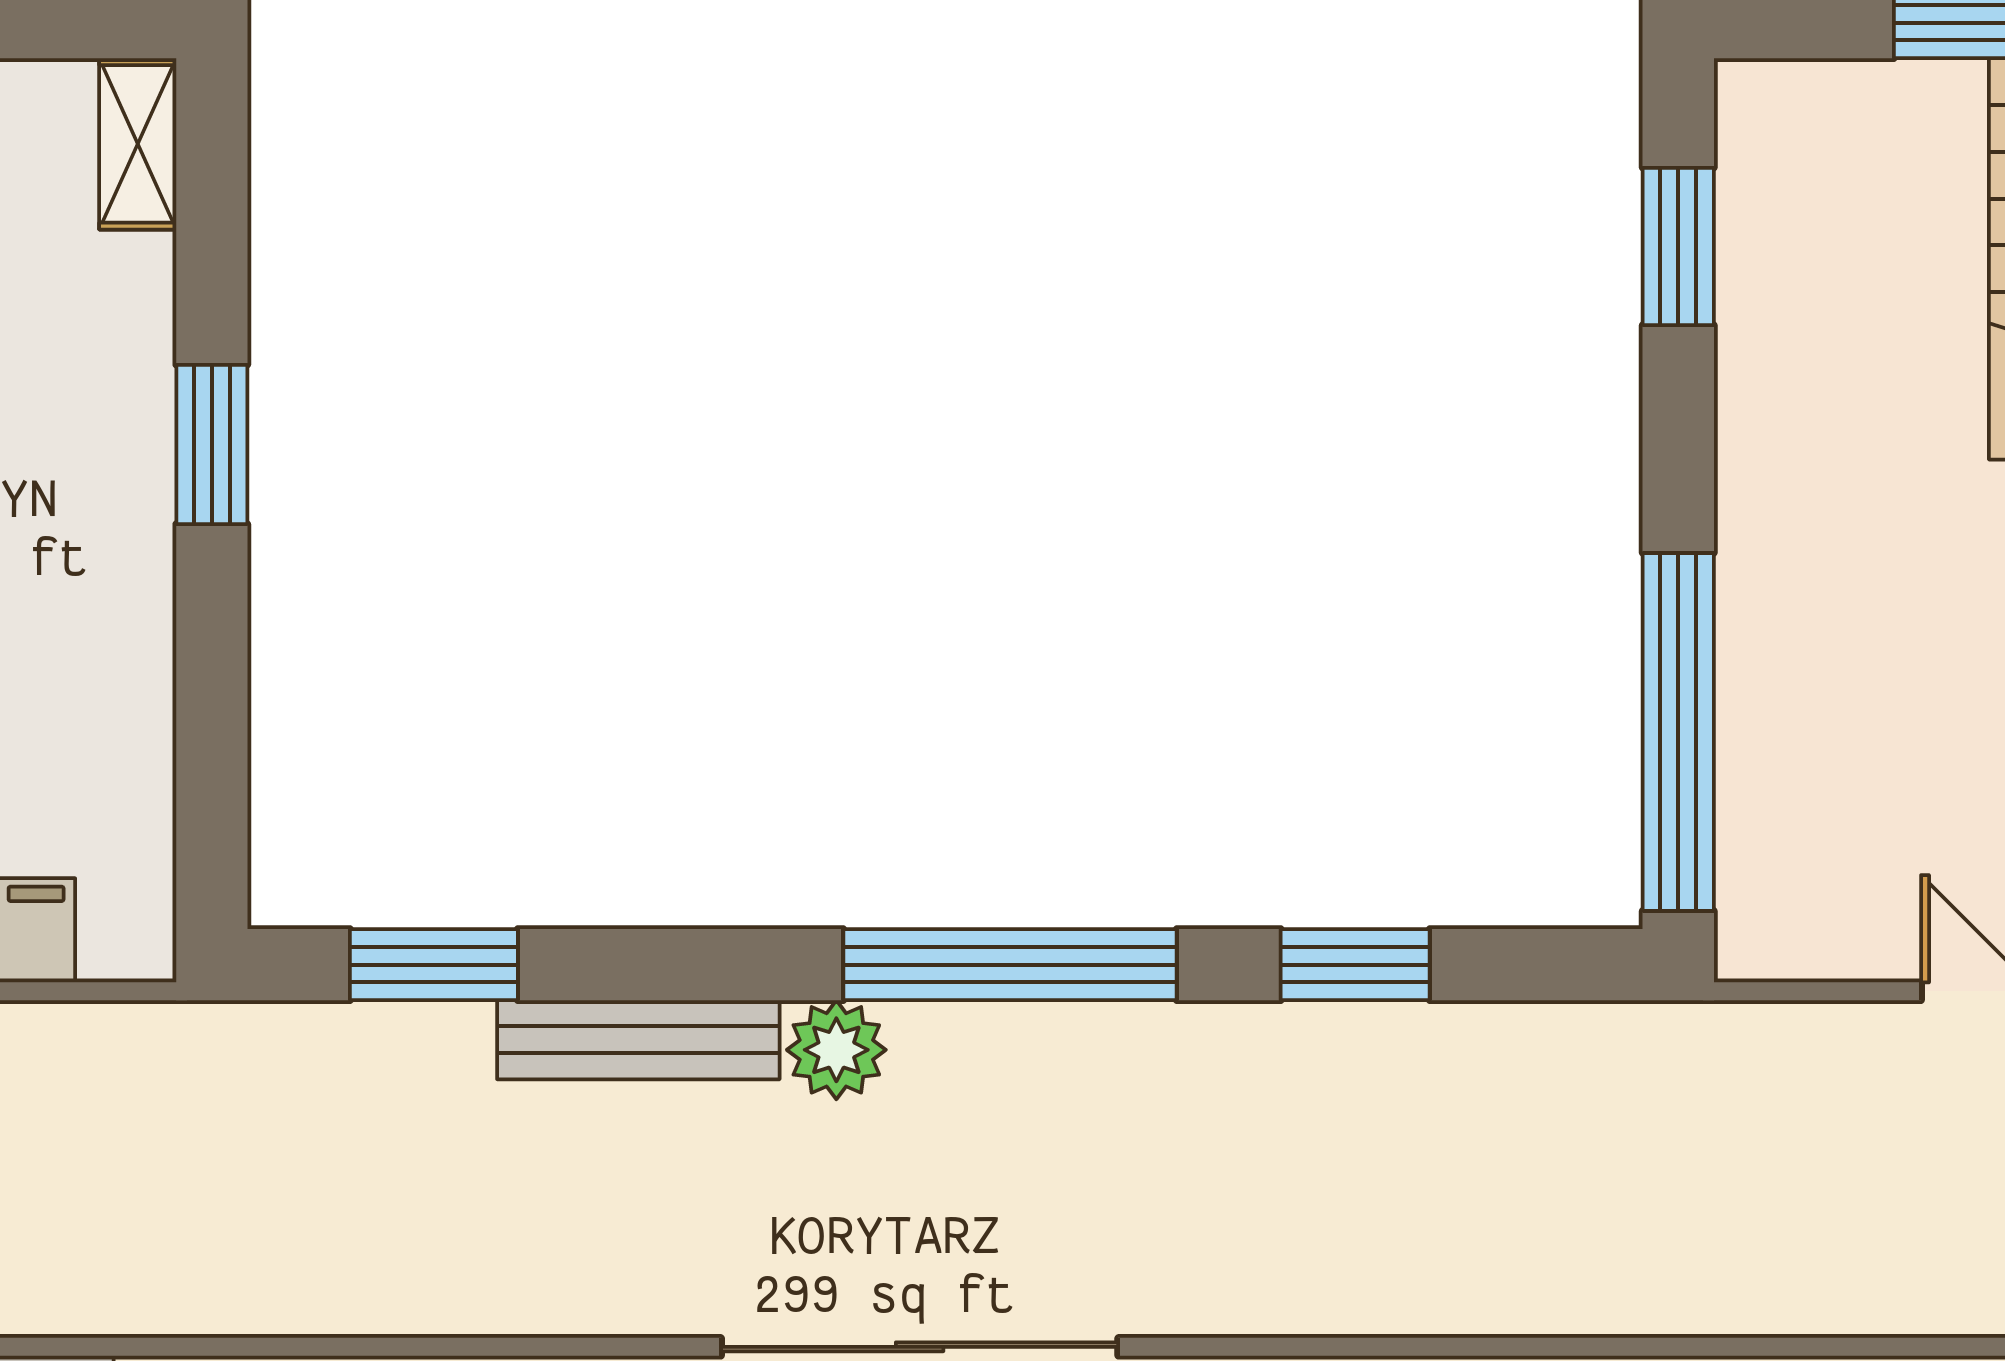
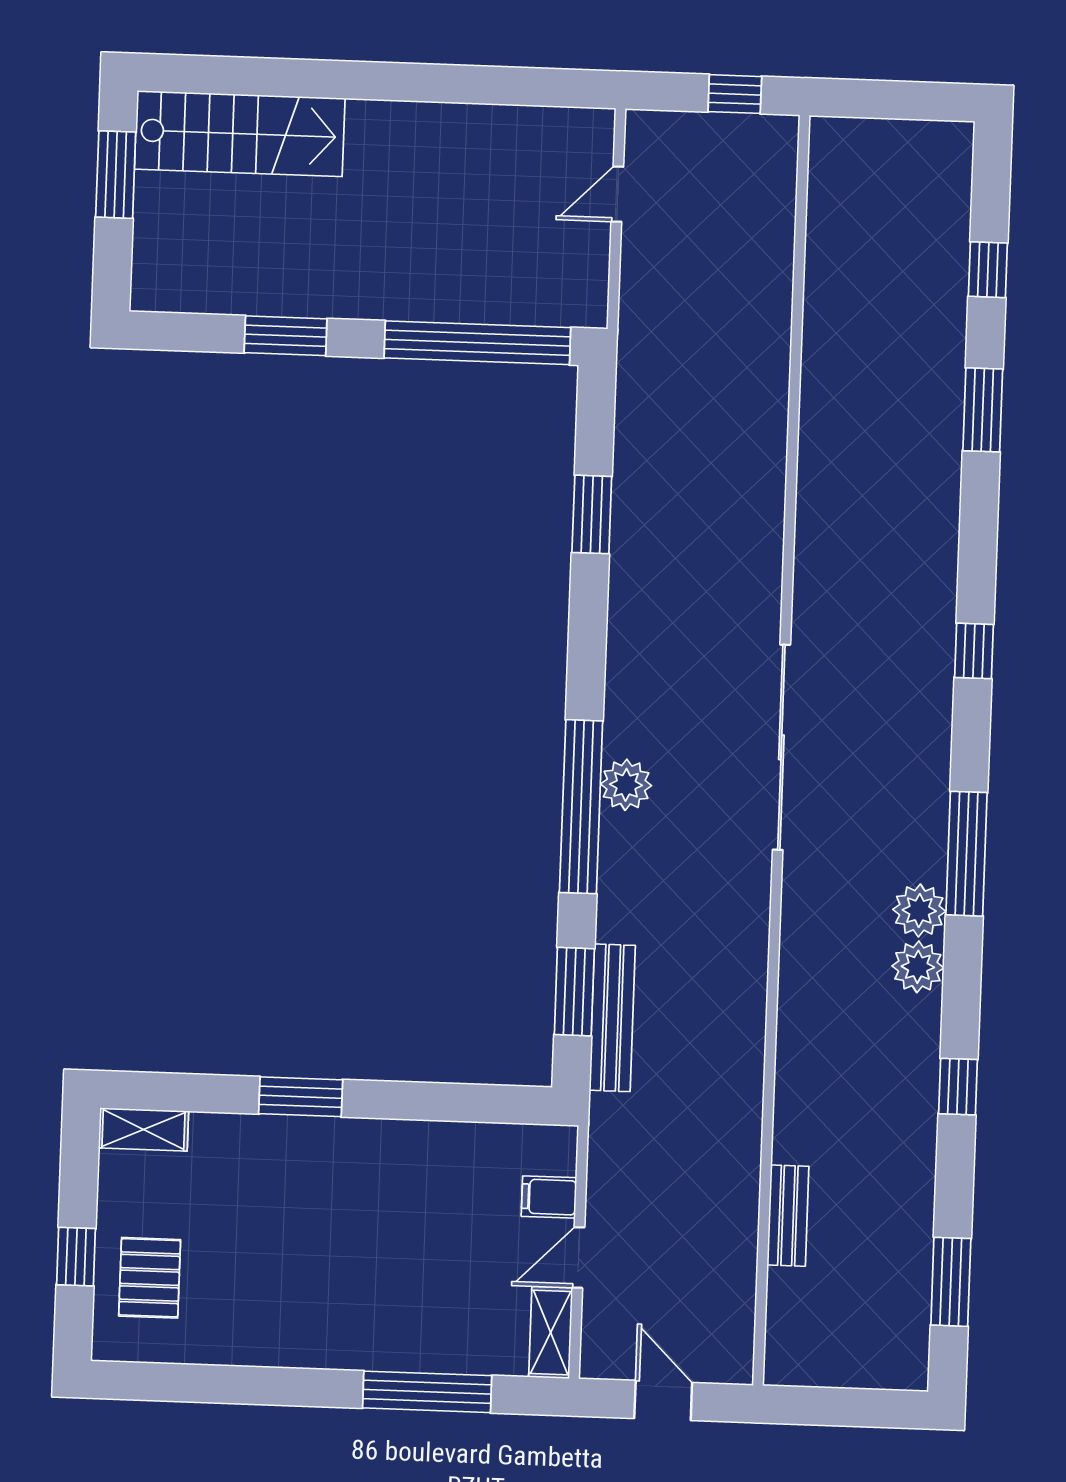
window: (1678, 246) -> (286, 336), moved
window: (1010, 965) -> (581, 807), moved
bench: (638, 1040) -> (612, 1018), moved

